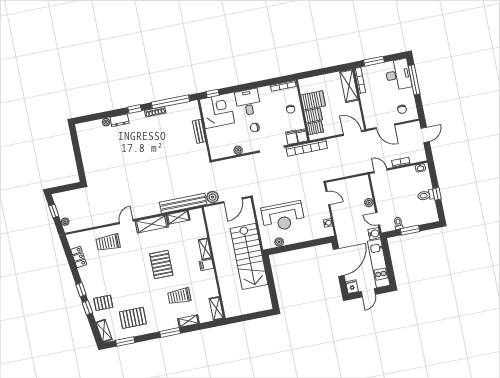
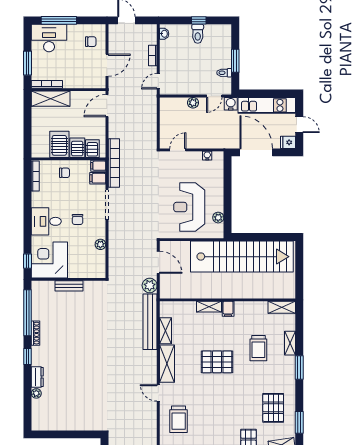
reception desk: (283, 217) -> (189, 207), turned 180
stairs: (249, 256) -> (242, 257), width x1.36

